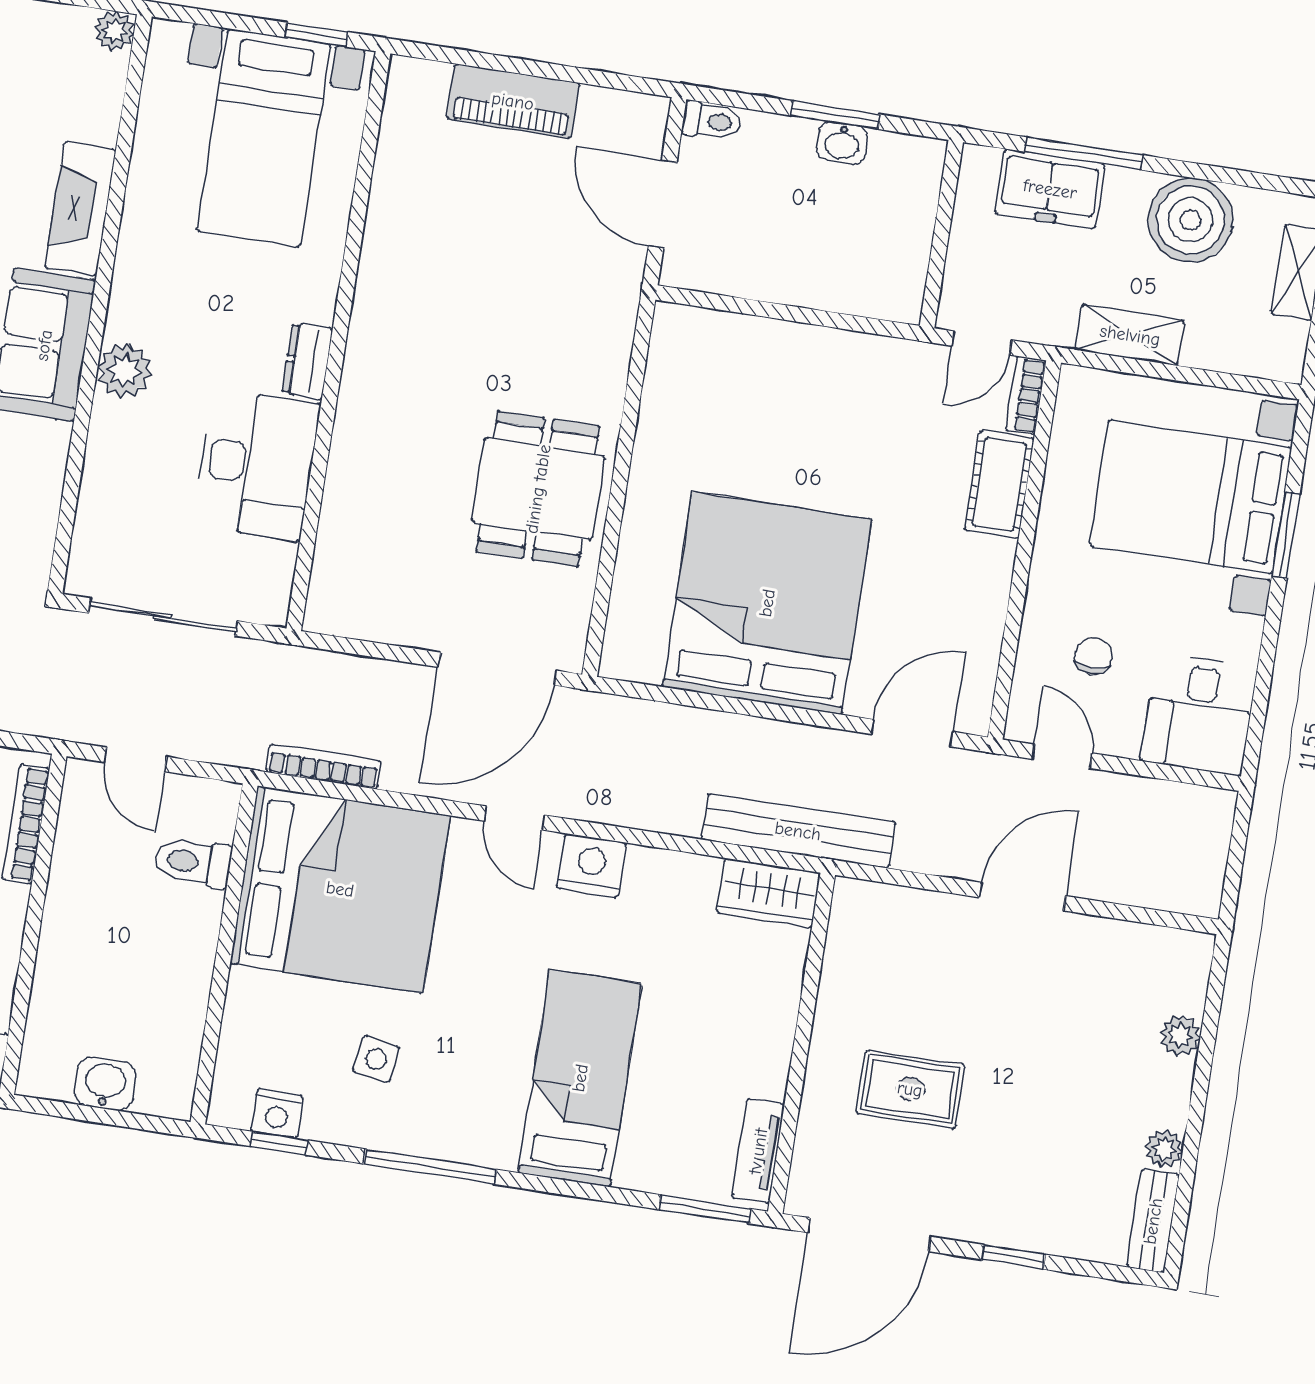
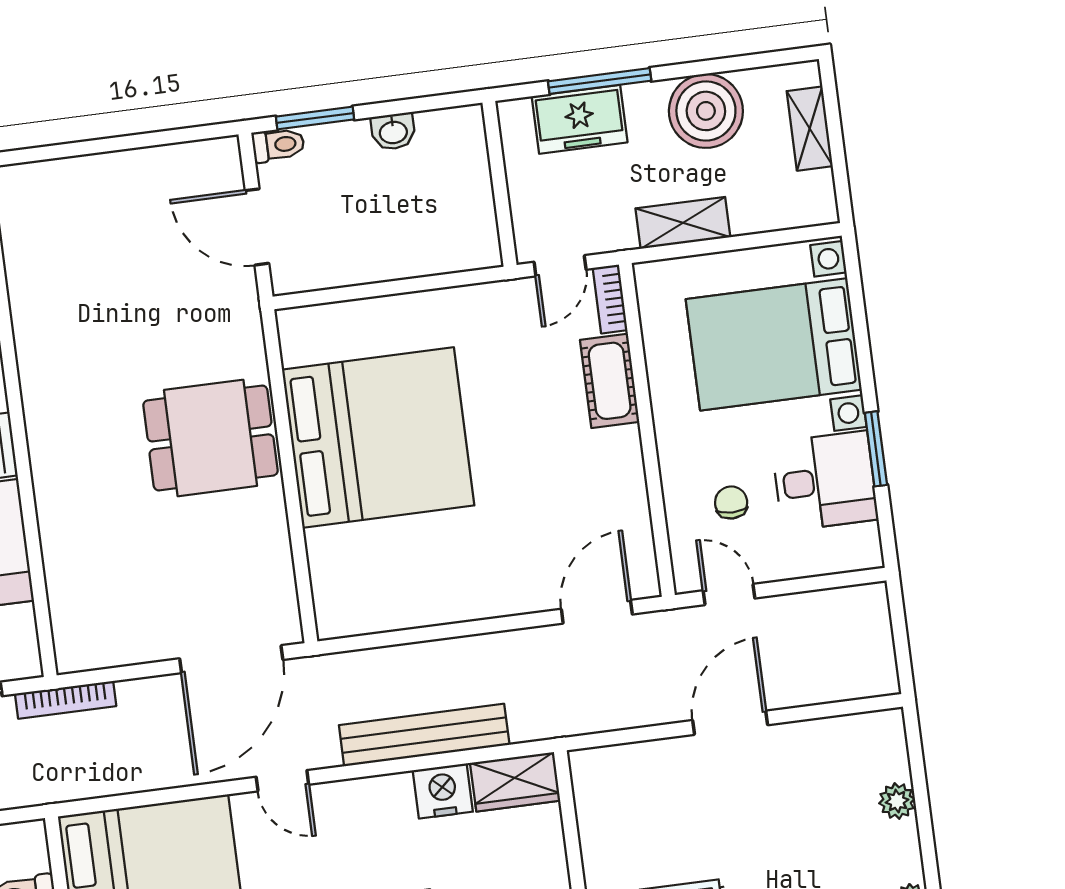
piano: (513, 101) -> (106, 177), removed
window: (835, 115) -> (315, 118), moved
dining table: (538, 489) -> (211, 438), moved, turned 90
window: (1286, 535) -> (876, 449), moved
bed: (767, 603) -> (378, 437), moved, turned 90
desk: (1199, 714) -> (825, 481), moved, turned -90
bookcase: (324, 767) -> (66, 700), moved, turned 180
bench: (798, 831) -> (424, 735), moved
nightstand: (592, 865) -> (443, 791), moved

